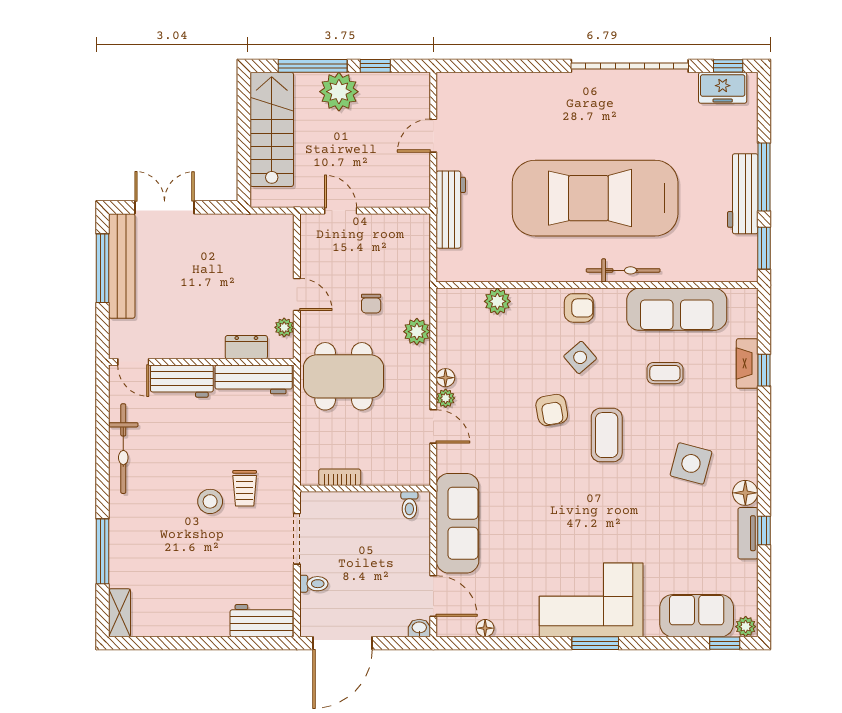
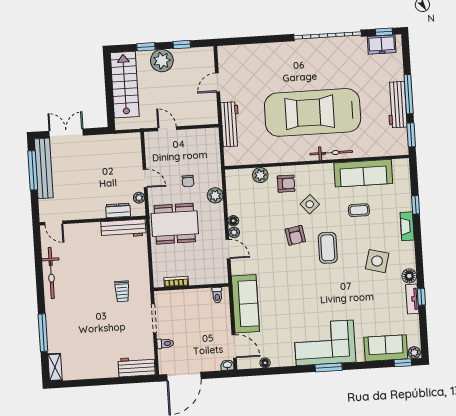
window: (313, 66) -> (146, 47), width x0.46
armchair: (579, 308) -> (286, 184), moved
fireplace: (747, 363) -> (407, 226), moved
workbench: (182, 381) -> (82, 232), removed
stool: (210, 501) -> (103, 300), removed

